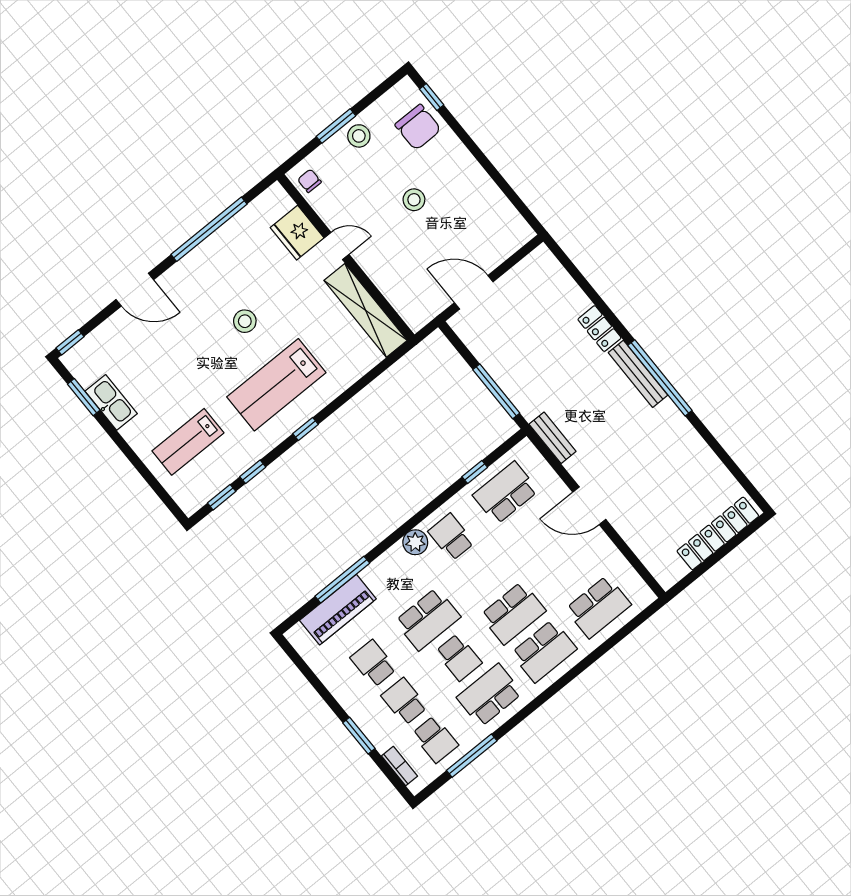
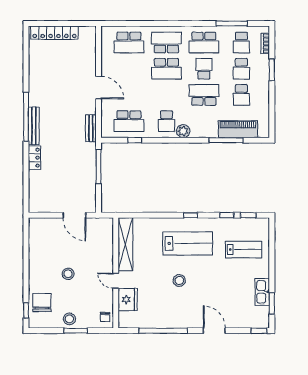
school desk: (598, 607) -> (129, 43), turned 180
school desk: (513, 613) -> (166, 69), turned 180
school desk: (435, 739) -> (241, 43), turned 180

